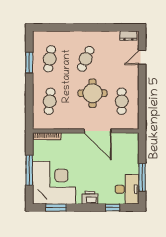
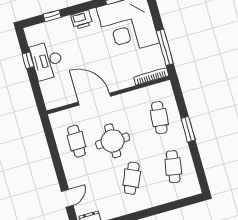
window: (29, 63) -> (188, 129), moved
window: (29, 170) -> (165, 47), moved
window: (142, 177) -> (28, 60), width x0.46
desk: (127, 189) -> (47, 60), moved

